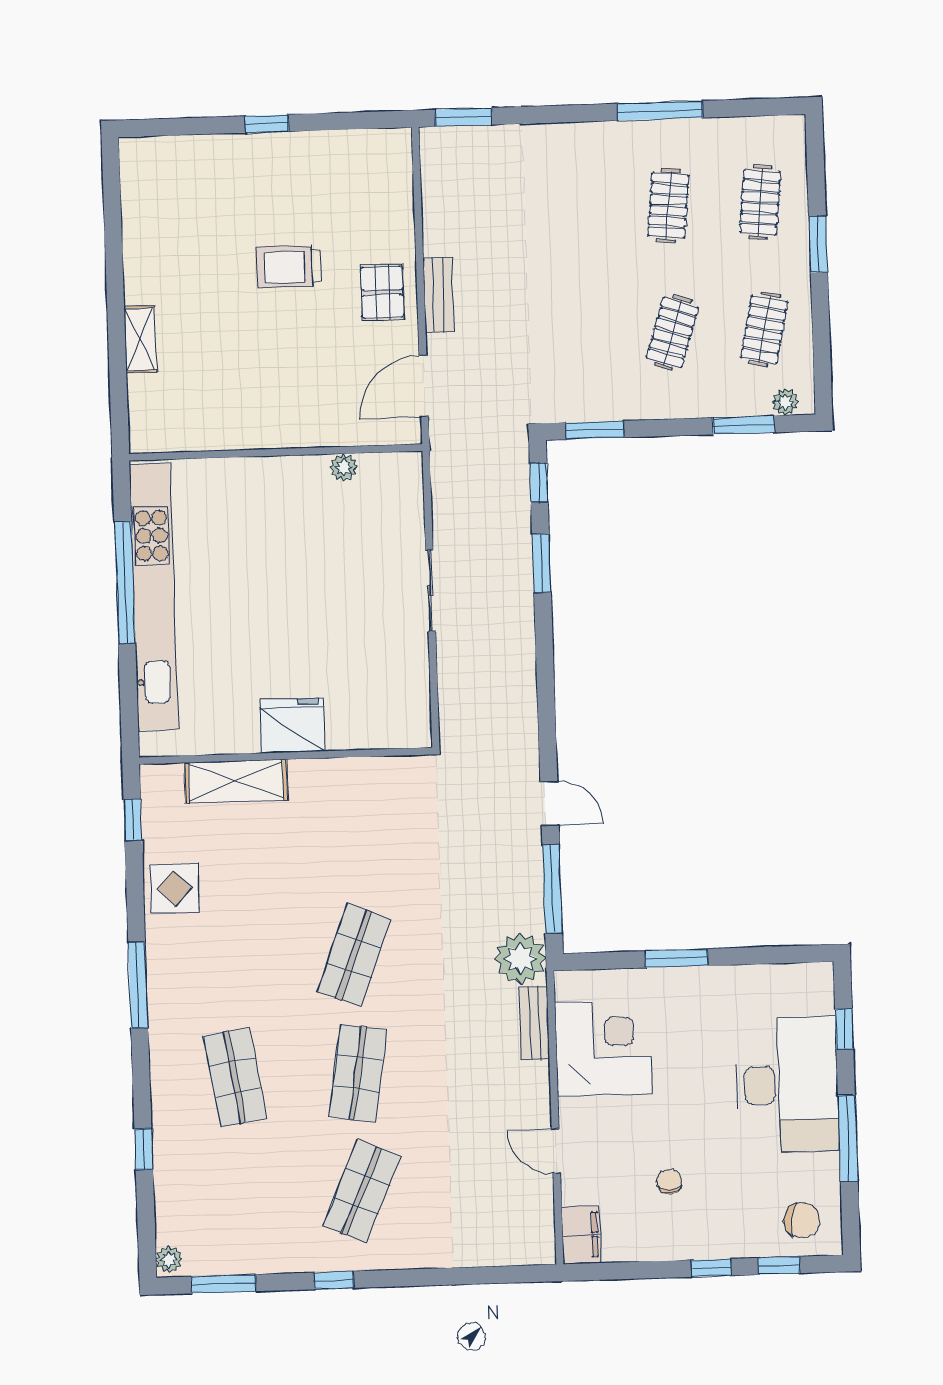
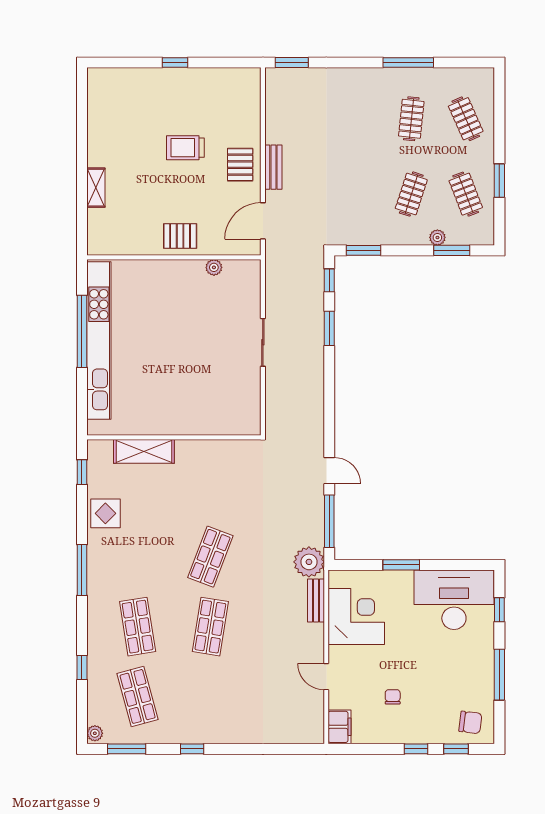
clothes rail: (760, 202) -> (466, 119), turned -30
window: (818, 244) -> (499, 181), moved
clothes rail: (764, 329) -> (466, 194), turned -33
plant: (785, 402) -> (437, 237), moved
pallet: (285, 416) -> (180, 236), added
fridge: (292, 726) -> (178, 419), removed
desk: (787, 1084) -> (454, 600), moved, turned -90
shop shelf: (362, 1191) -> (138, 696), moved, turned -39

